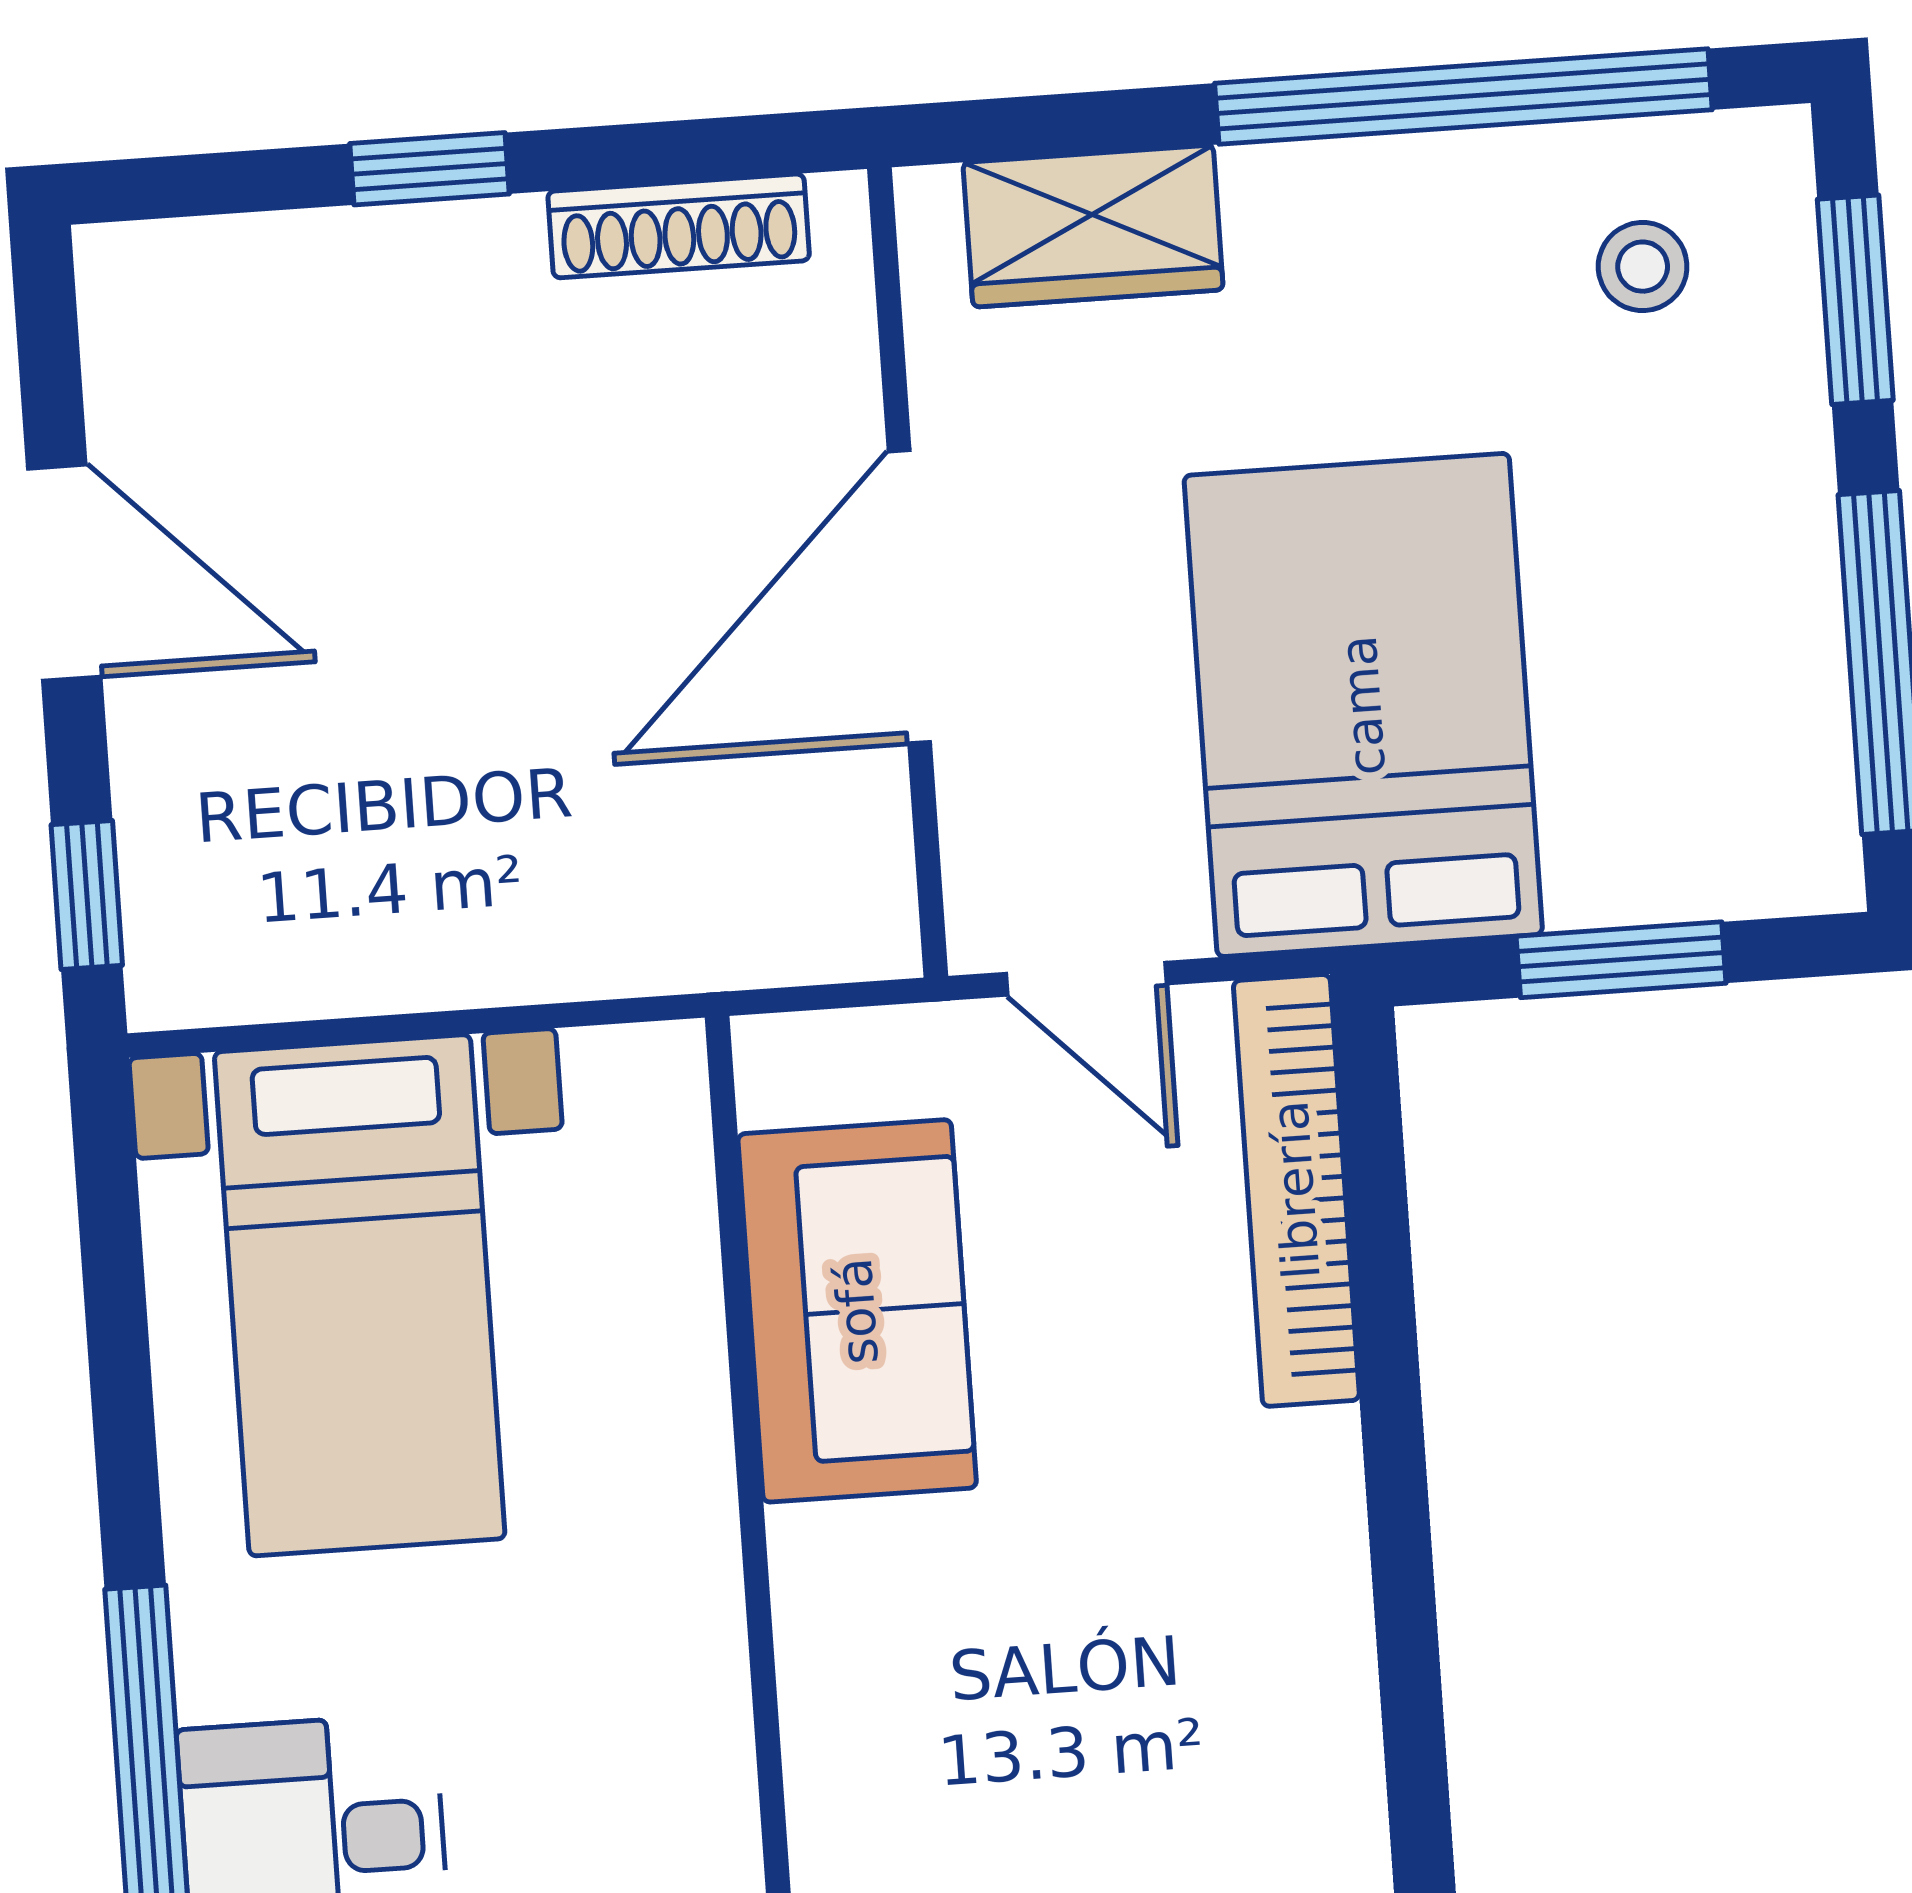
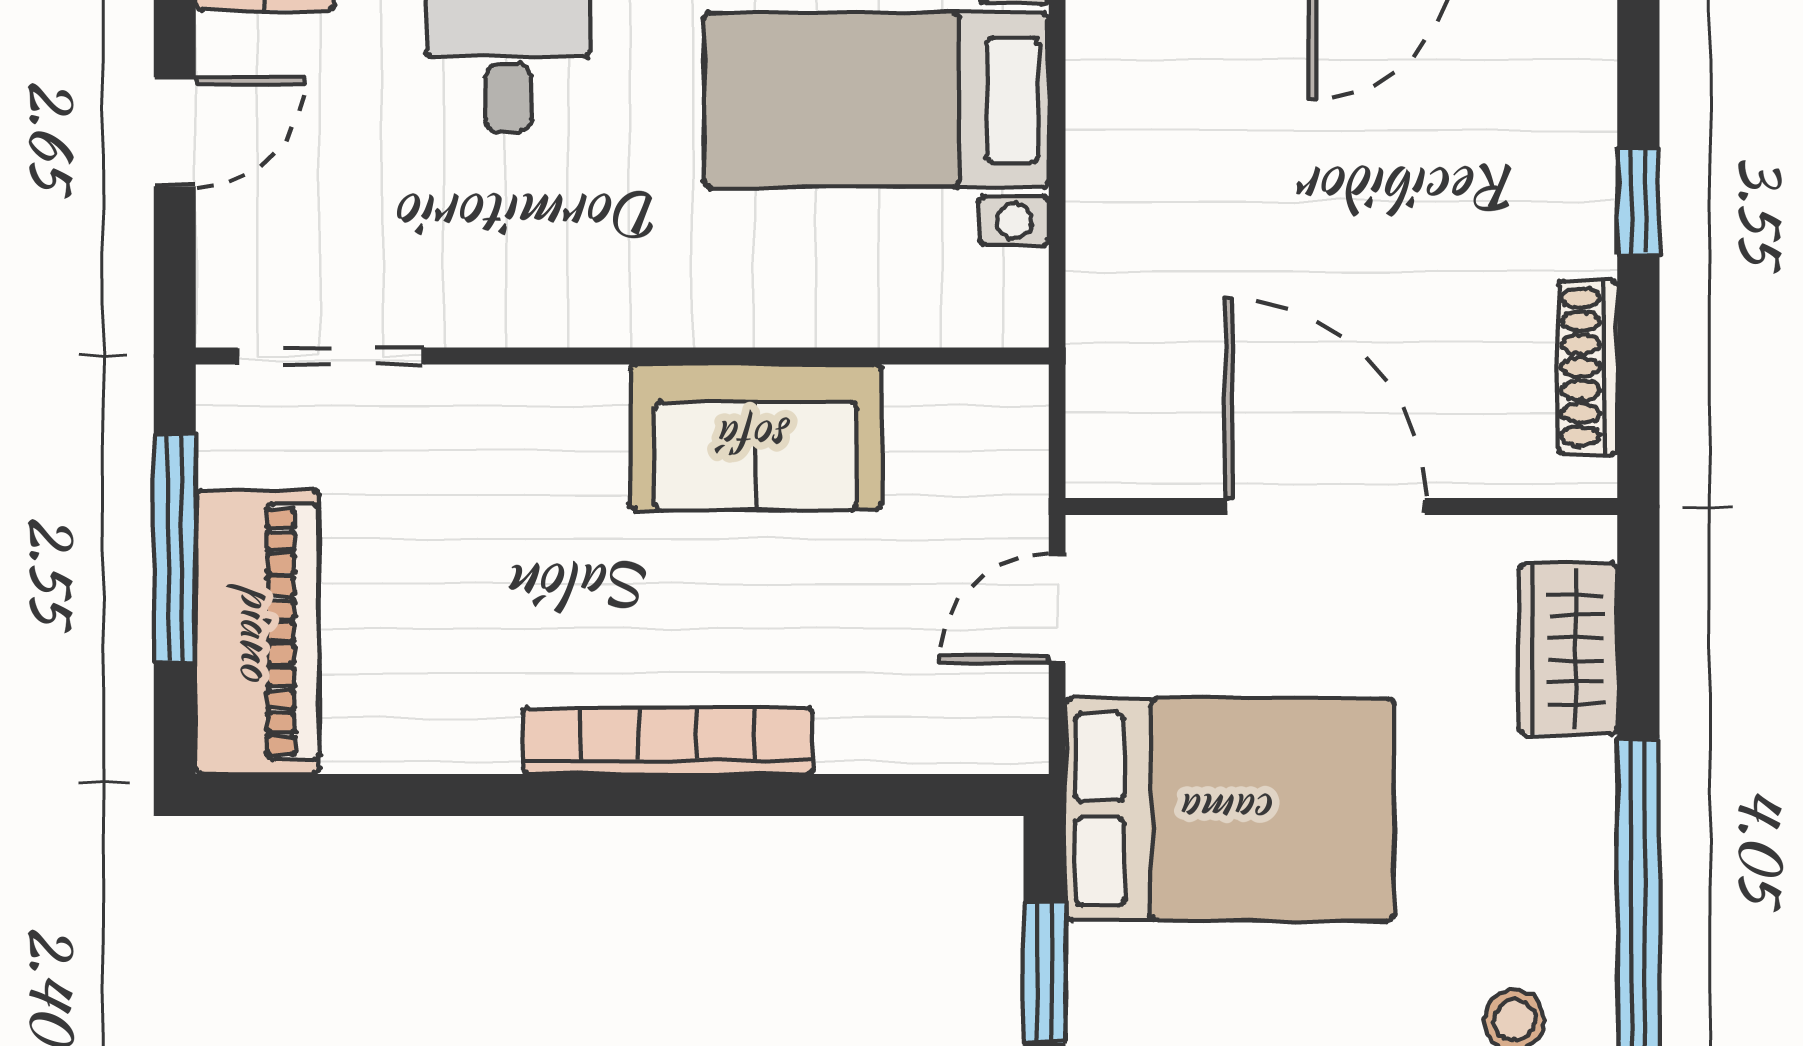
bookcase: (1296, 1190) -> (668, 741), moved
sofa: (857, 1311) -> (756, 437), moved

